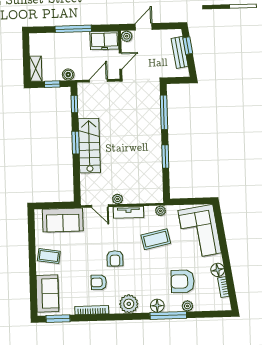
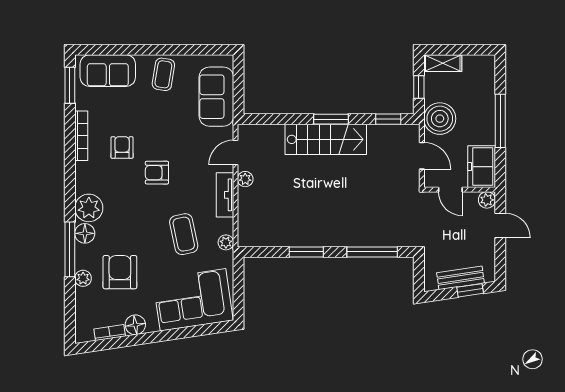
boiler: (68, 75) -> (440, 119), width x1.86, depth x1.86
plant: (129, 304) -> (89, 208), moved

